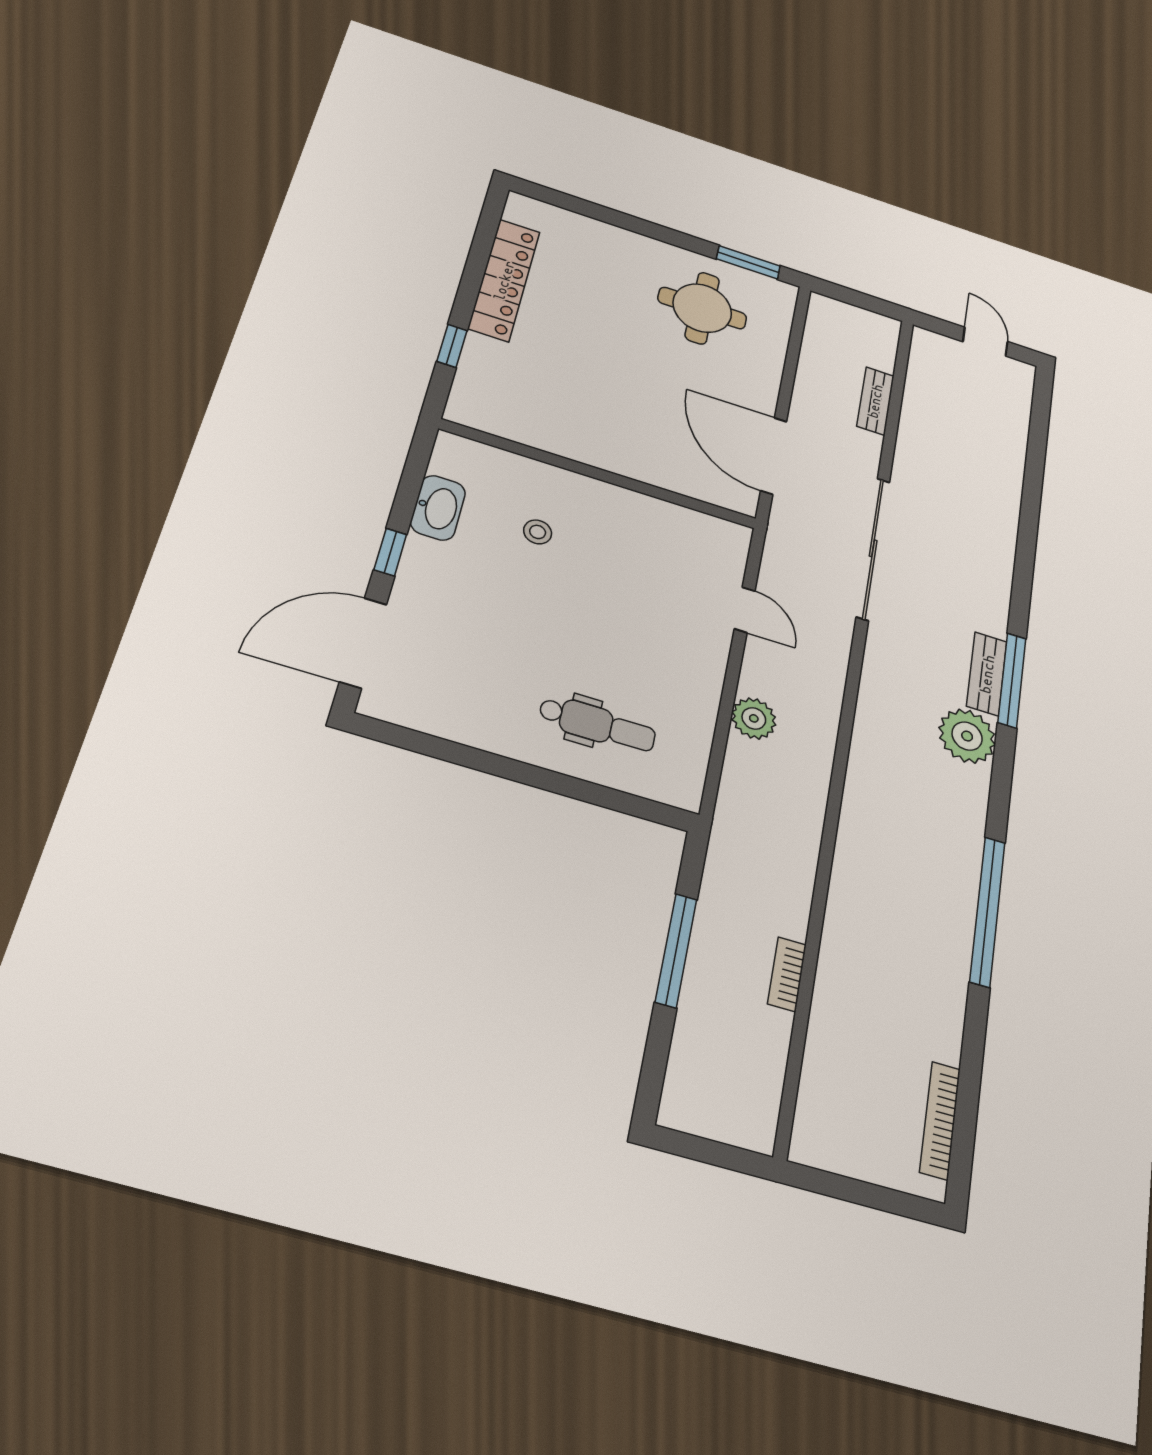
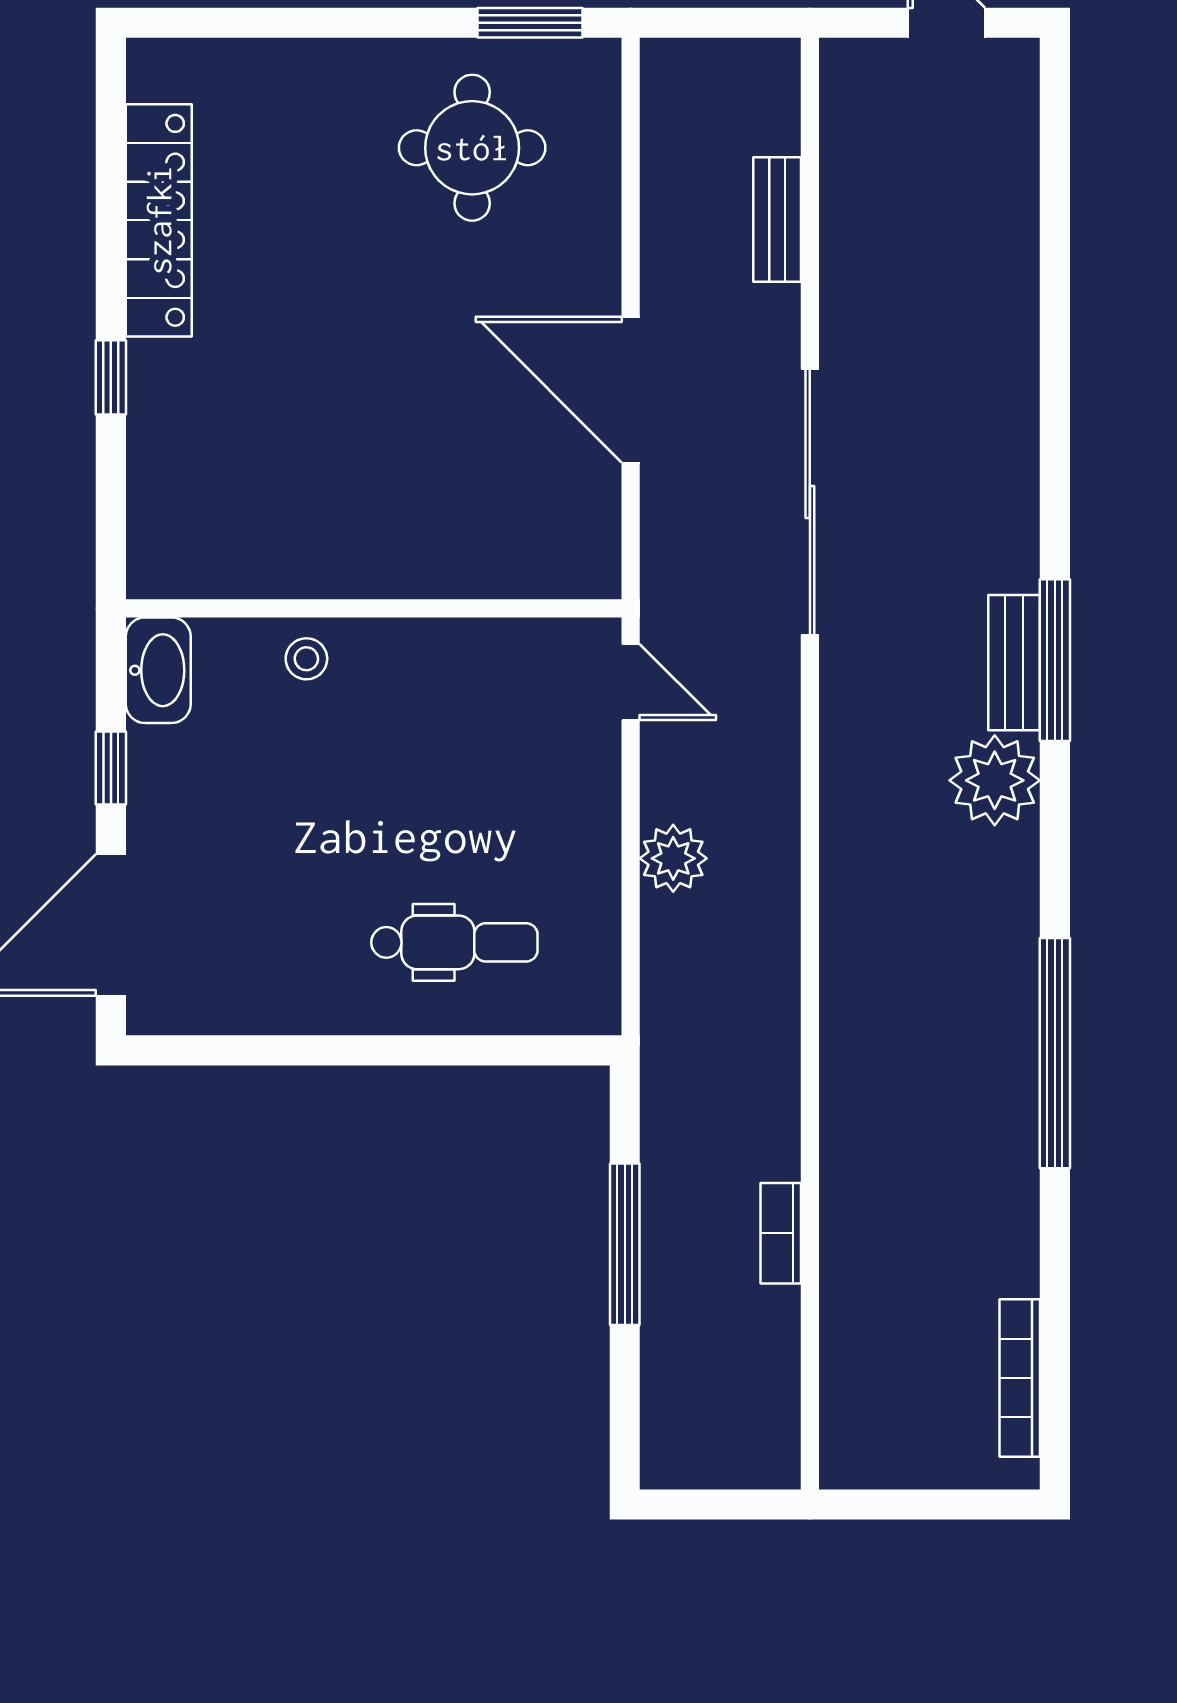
wall: (599, 474) -> (374, 608), moved

